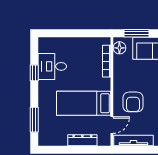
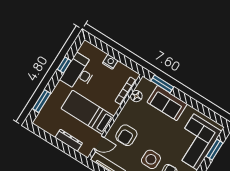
nightstand: (75, 43) -> (110, 62), added
floor lamp: (119, 48) -> (136, 96), moved
desk: (52, 66) -> (79, 73), width x1.37

